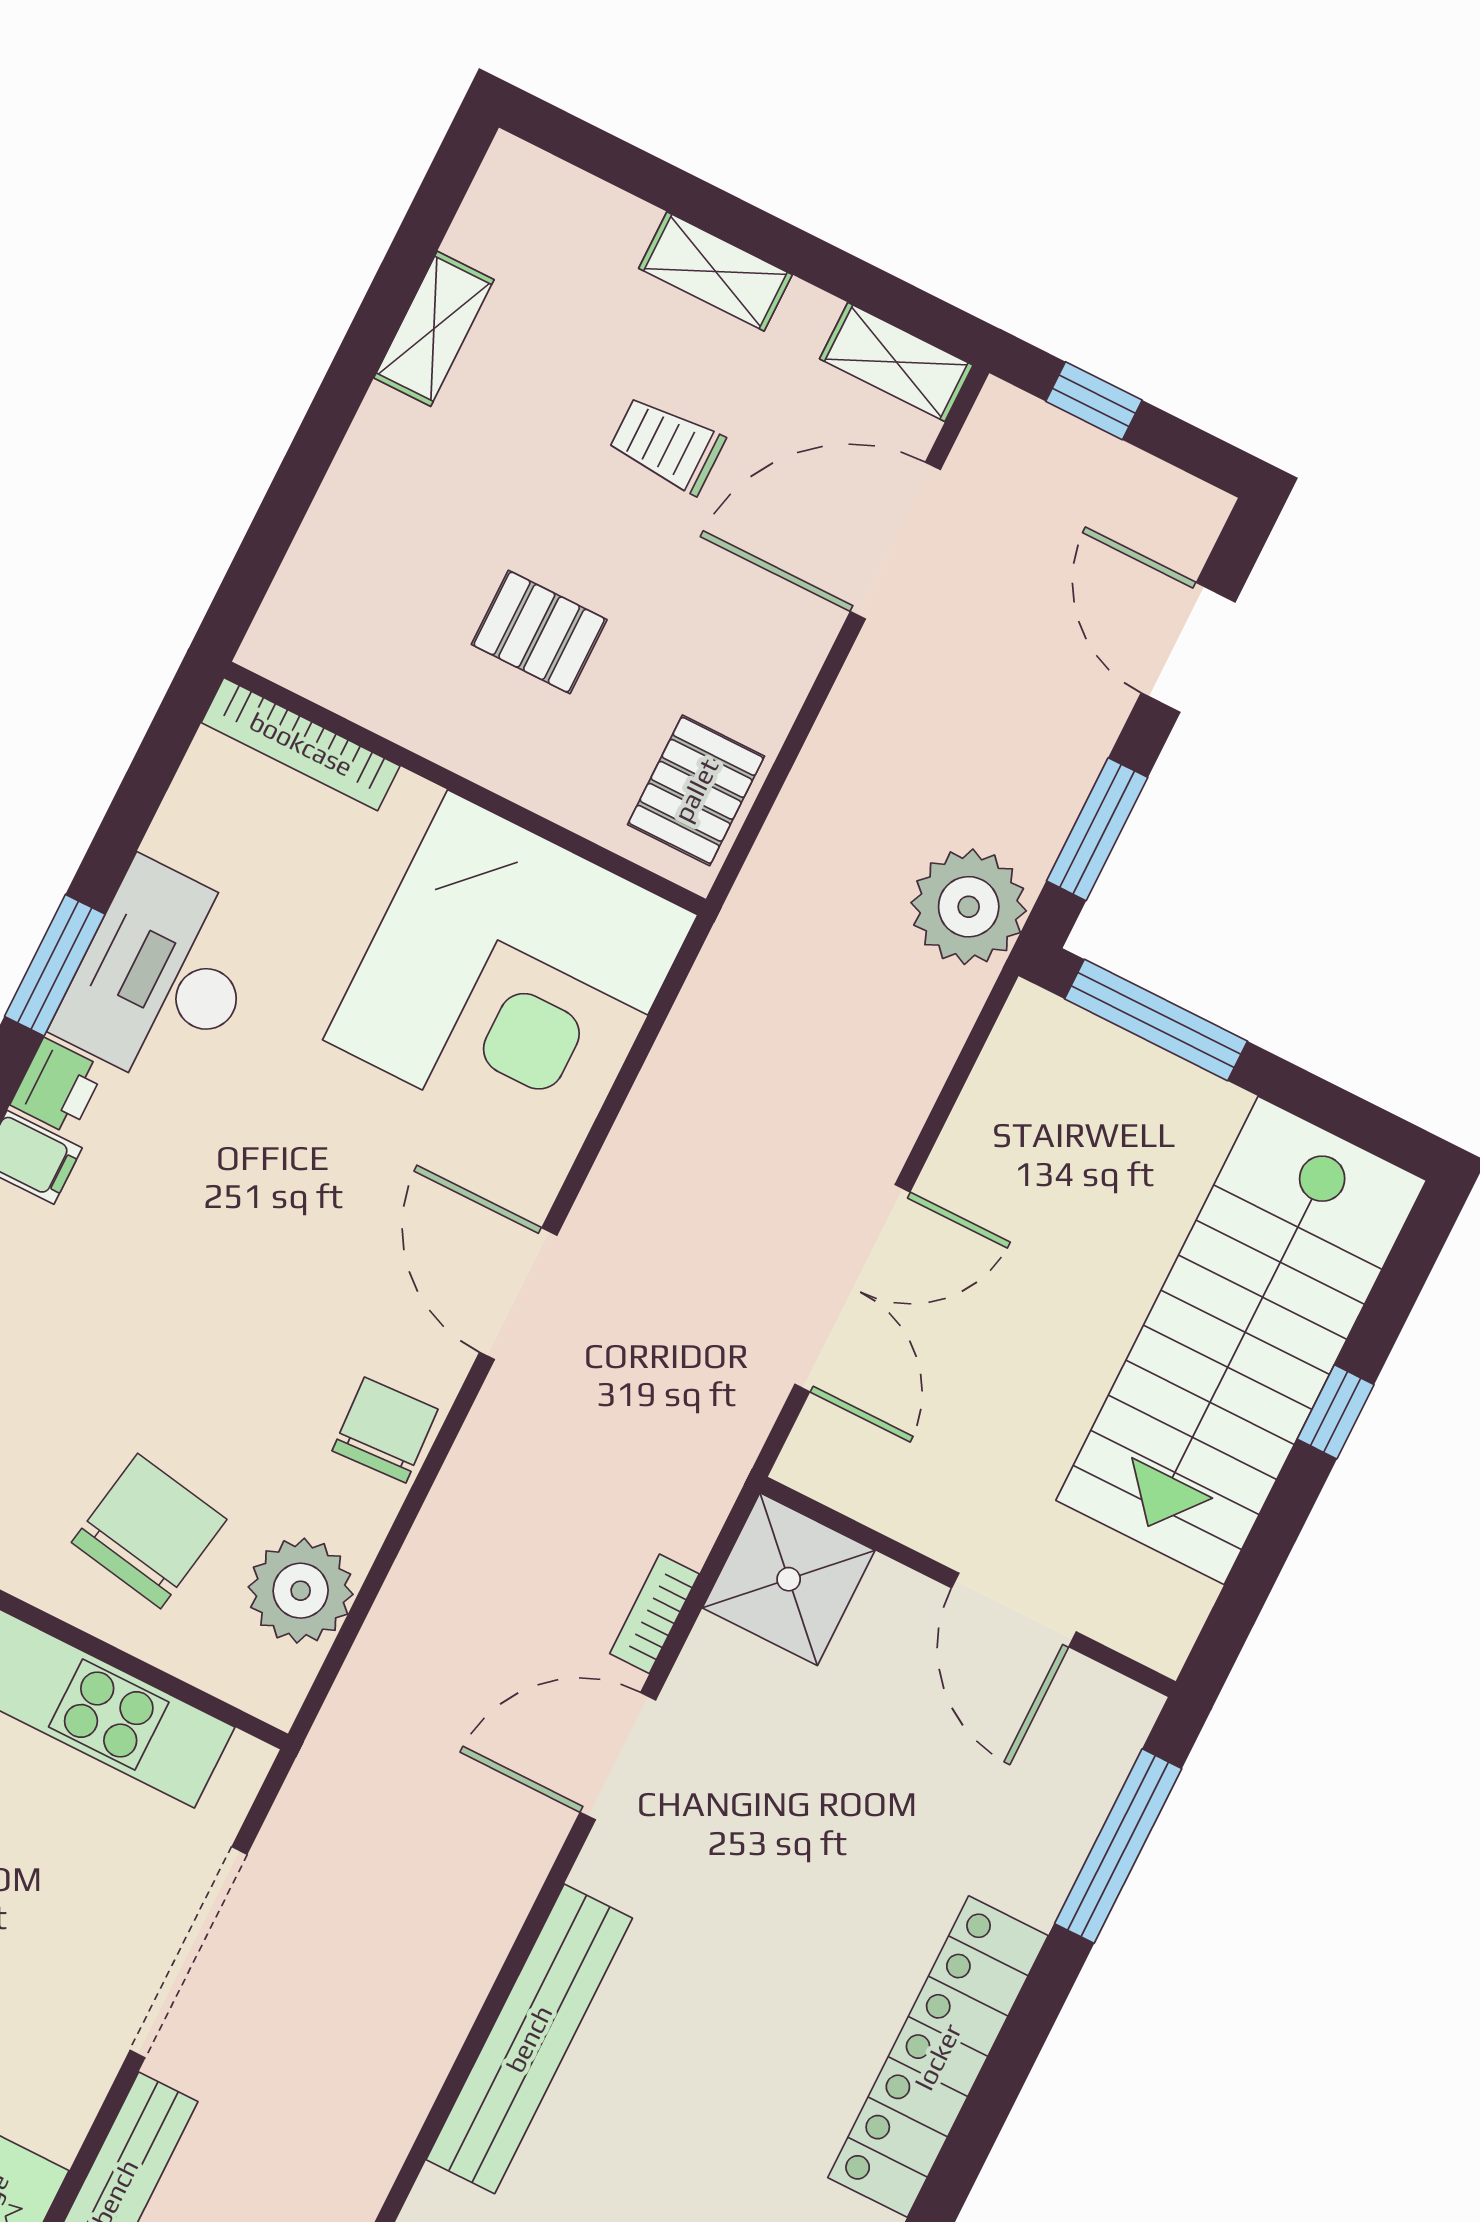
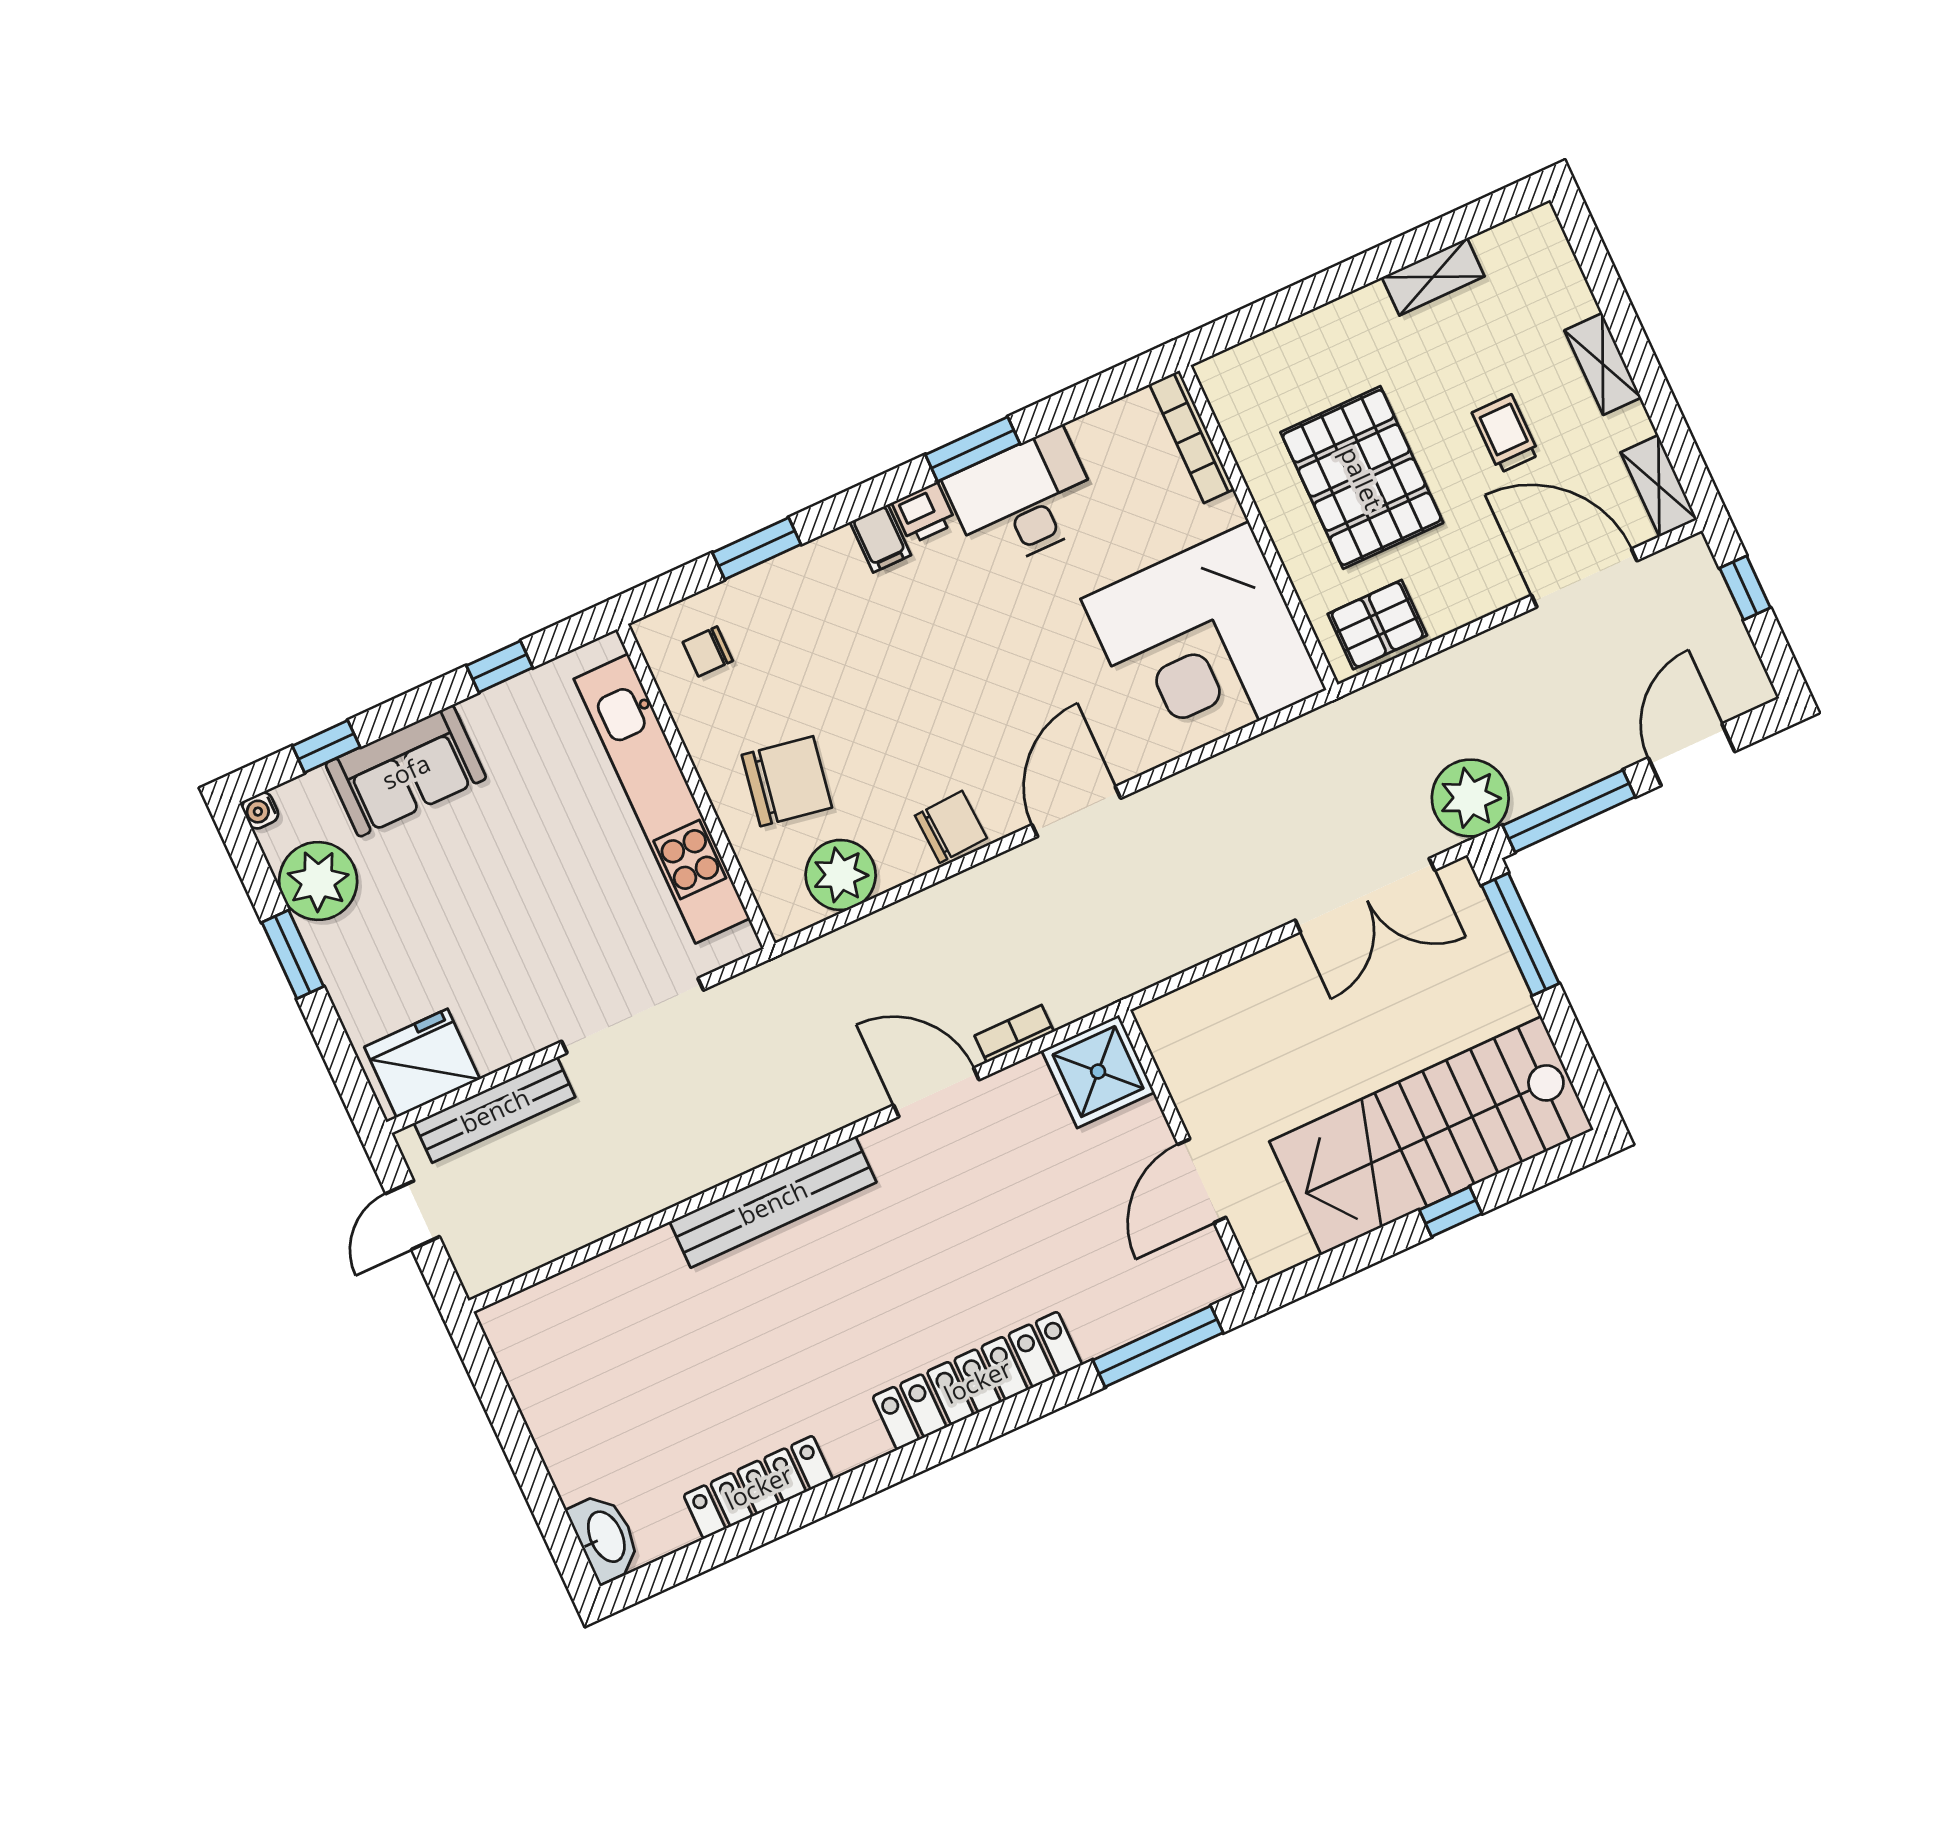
pallet: (539, 632) -> (1362, 478), width x2.05, depth x2.00
window: (1097, 829) -> (1569, 811), width x1.44
double door: (852, 1288) -> (1365, 895), moved

